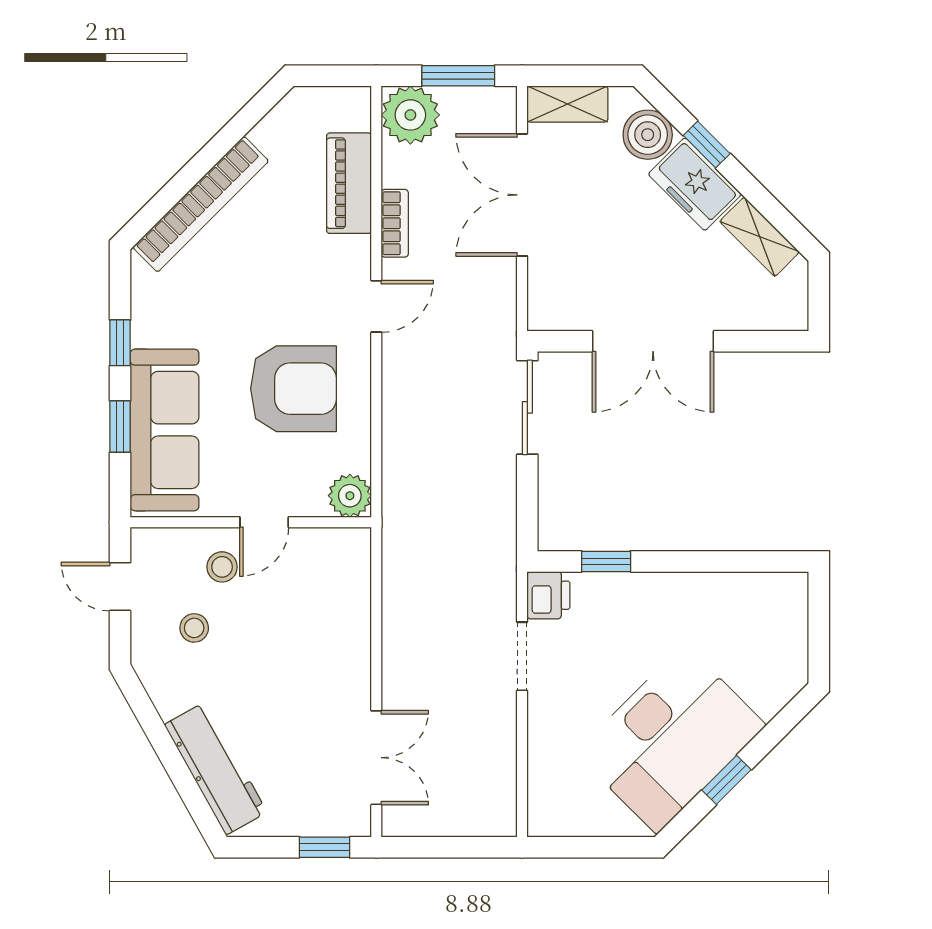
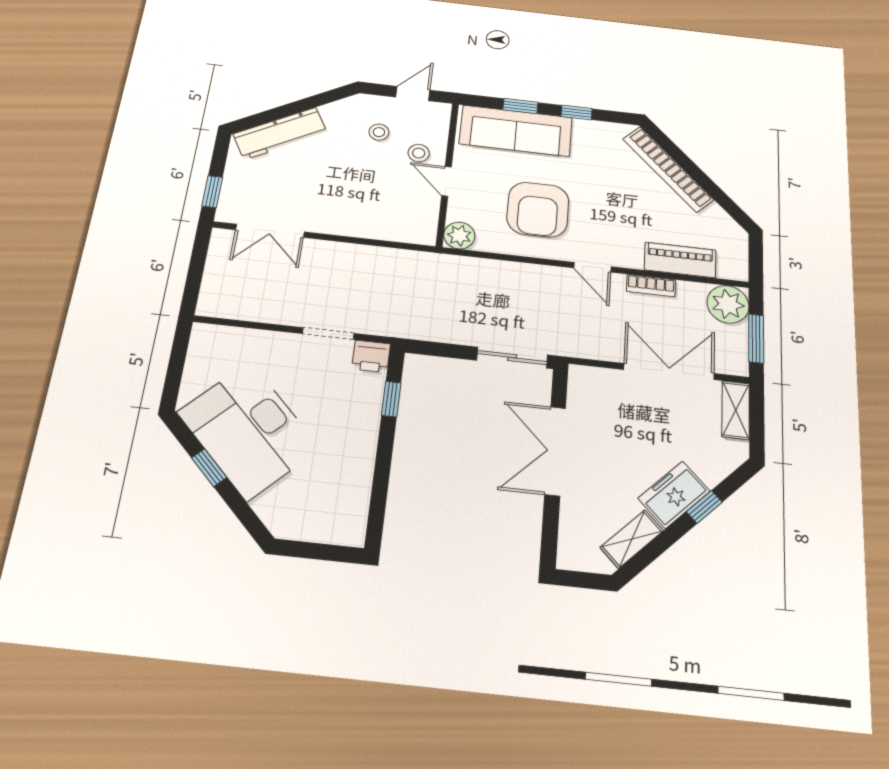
boiler: (648, 135) -> (712, 464), removed

